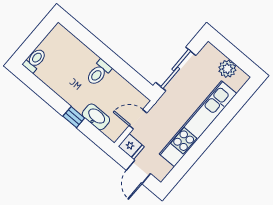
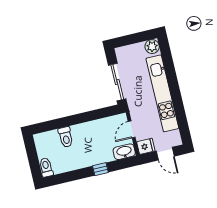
plant: (227, 69) -> (152, 47), moved
toilet: (99, 73) -> (66, 137), moved
washbasin: (96, 117) -> (124, 152), moved

